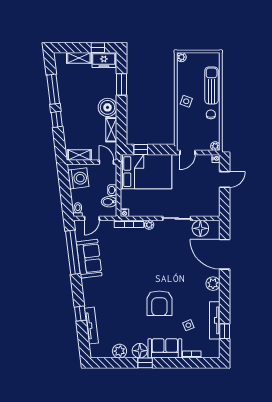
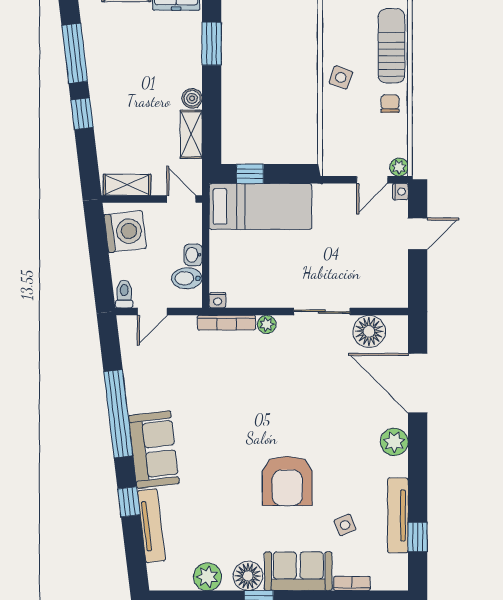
boiler: (107, 107) -> (192, 98), width x0.54, depth x0.54
door: (188, 152) -> (372, 180), moved
bed: (146, 172) -> (260, 206), width x0.67
window: (73, 252) -> (118, 414), moved
sofa: (89, 259) -> (154, 450), moved

